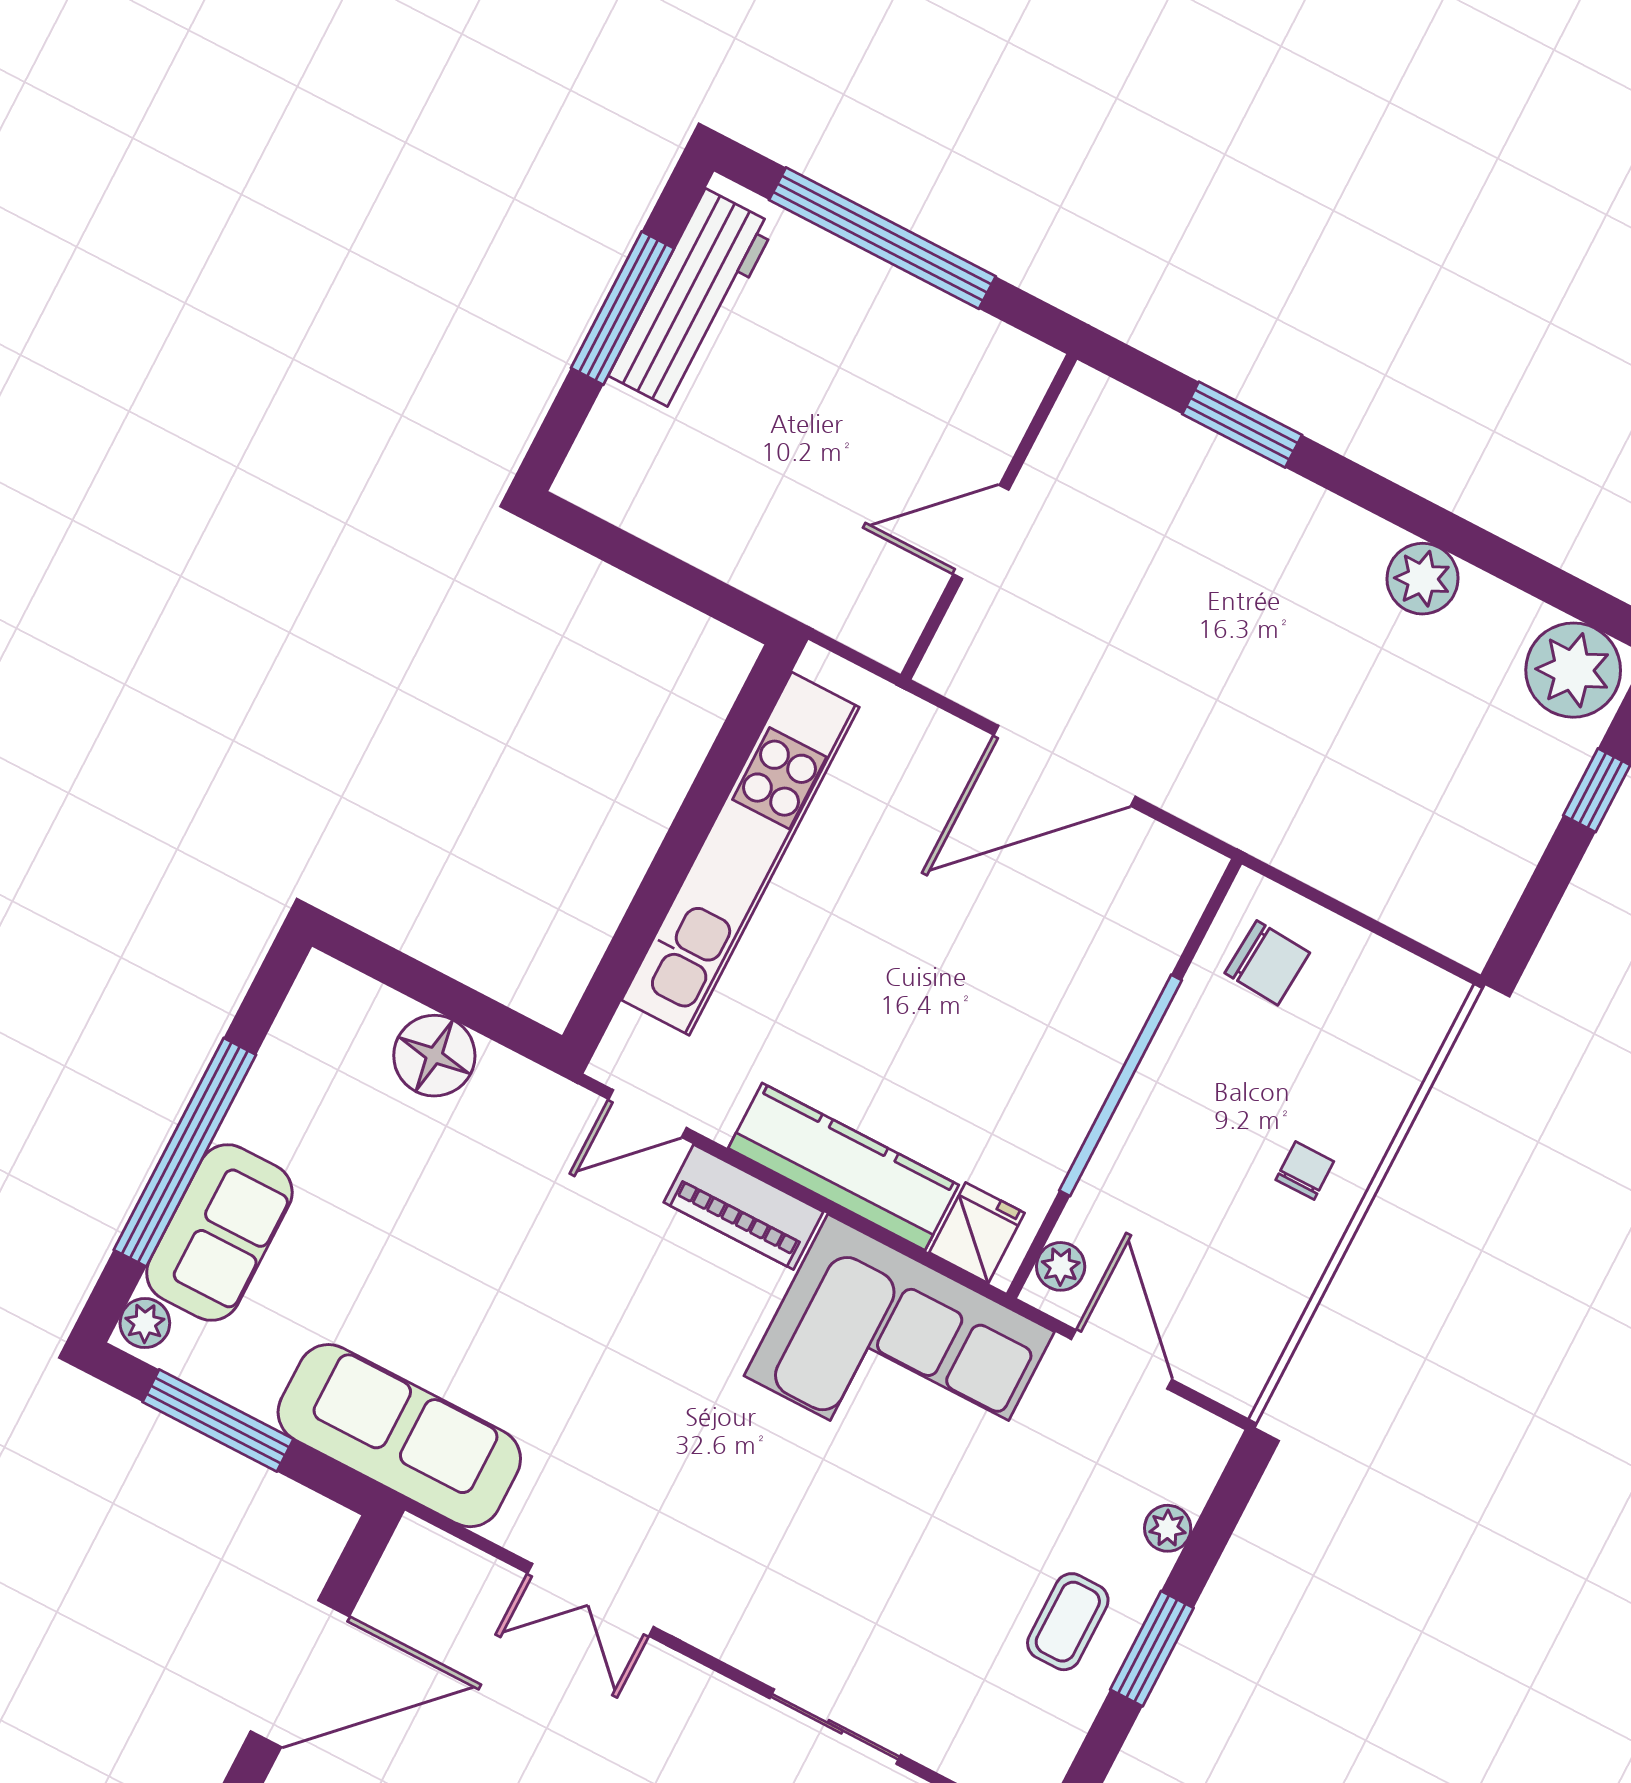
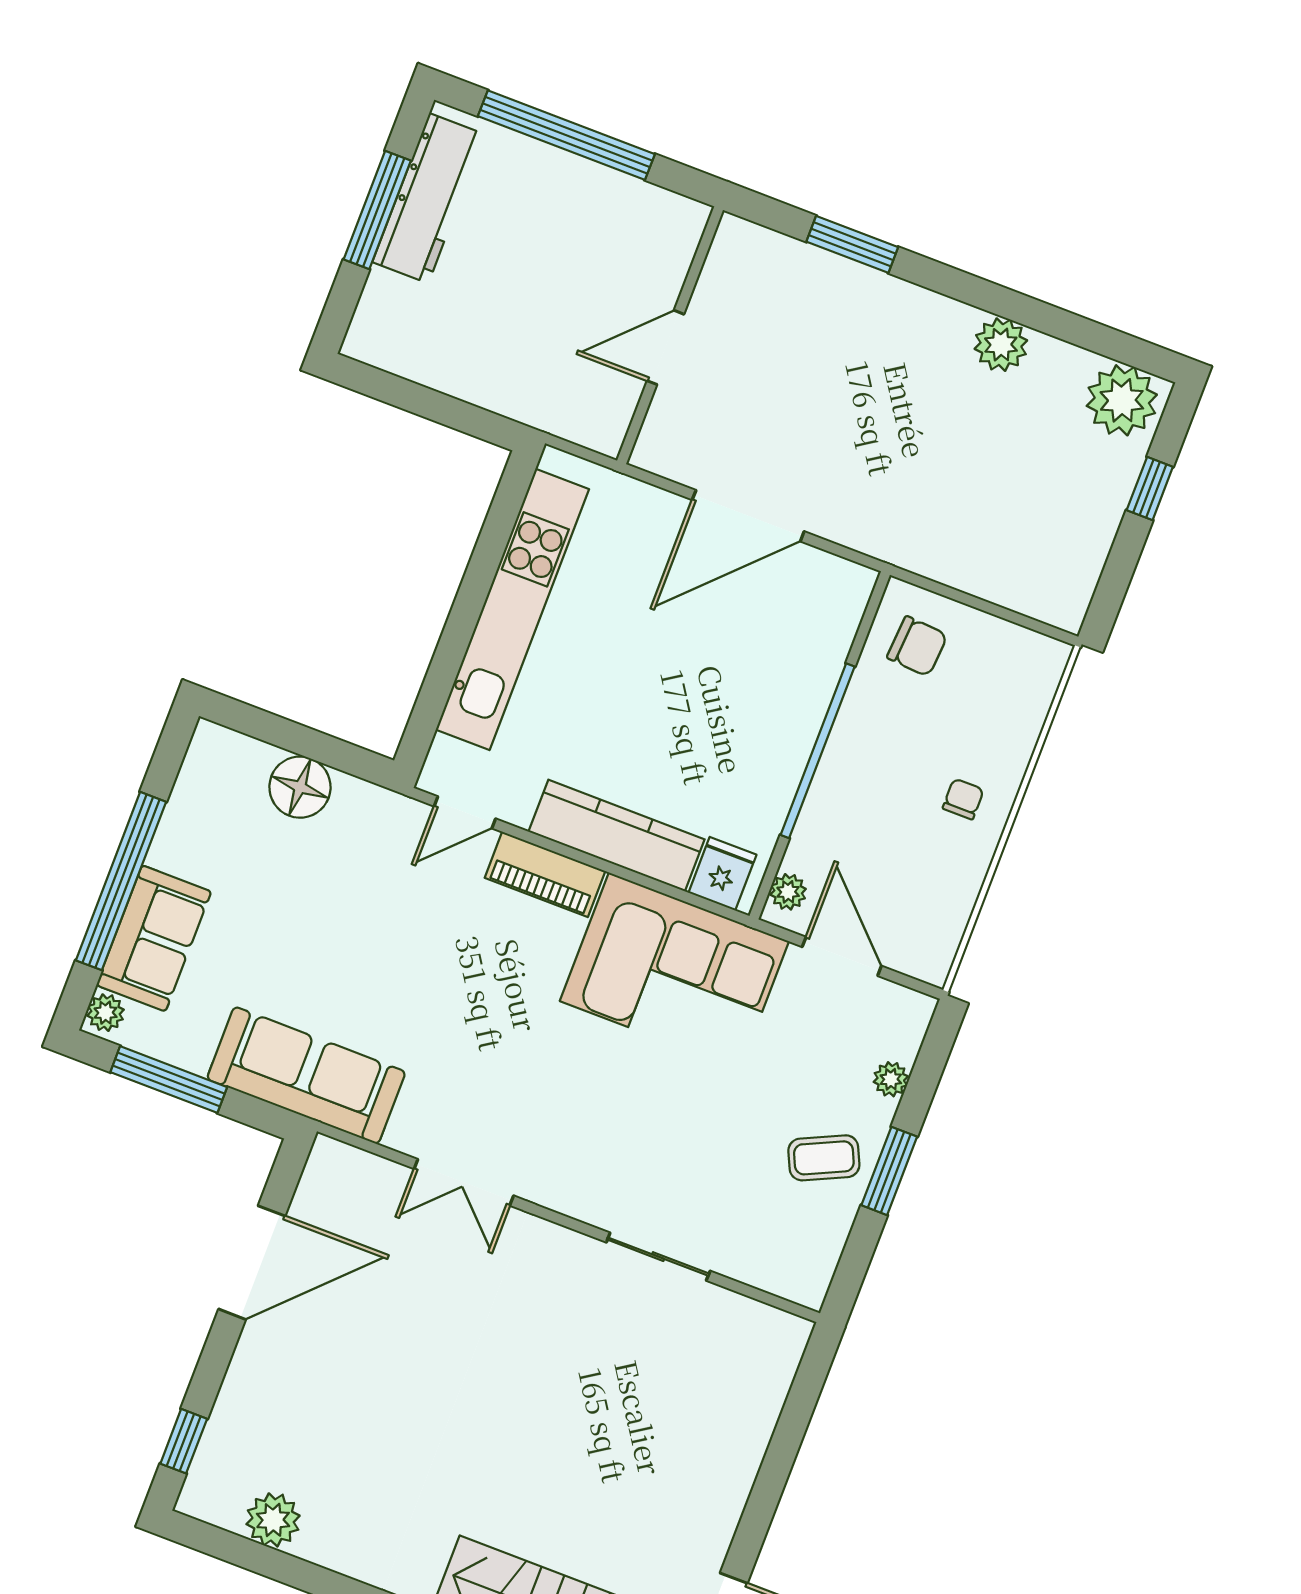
coffee table: (1068, 1622) -> (824, 1158), turned 65

